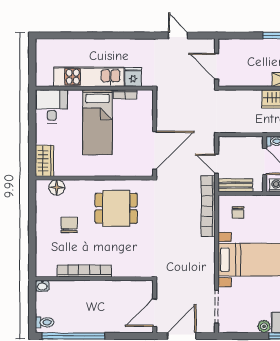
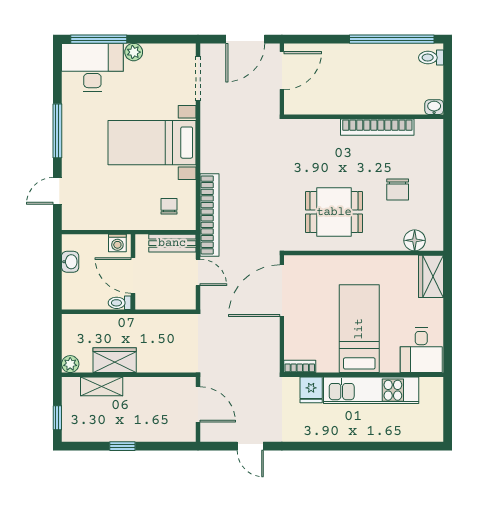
bookcase: (125, 94) -> (300, 366), moved

